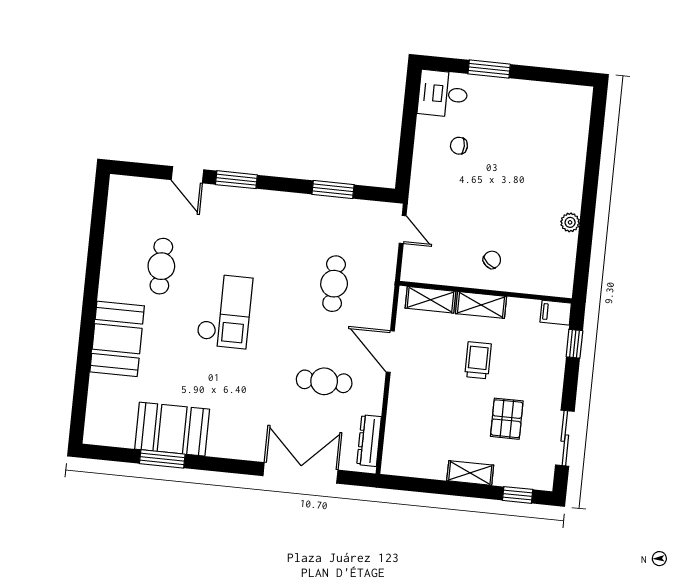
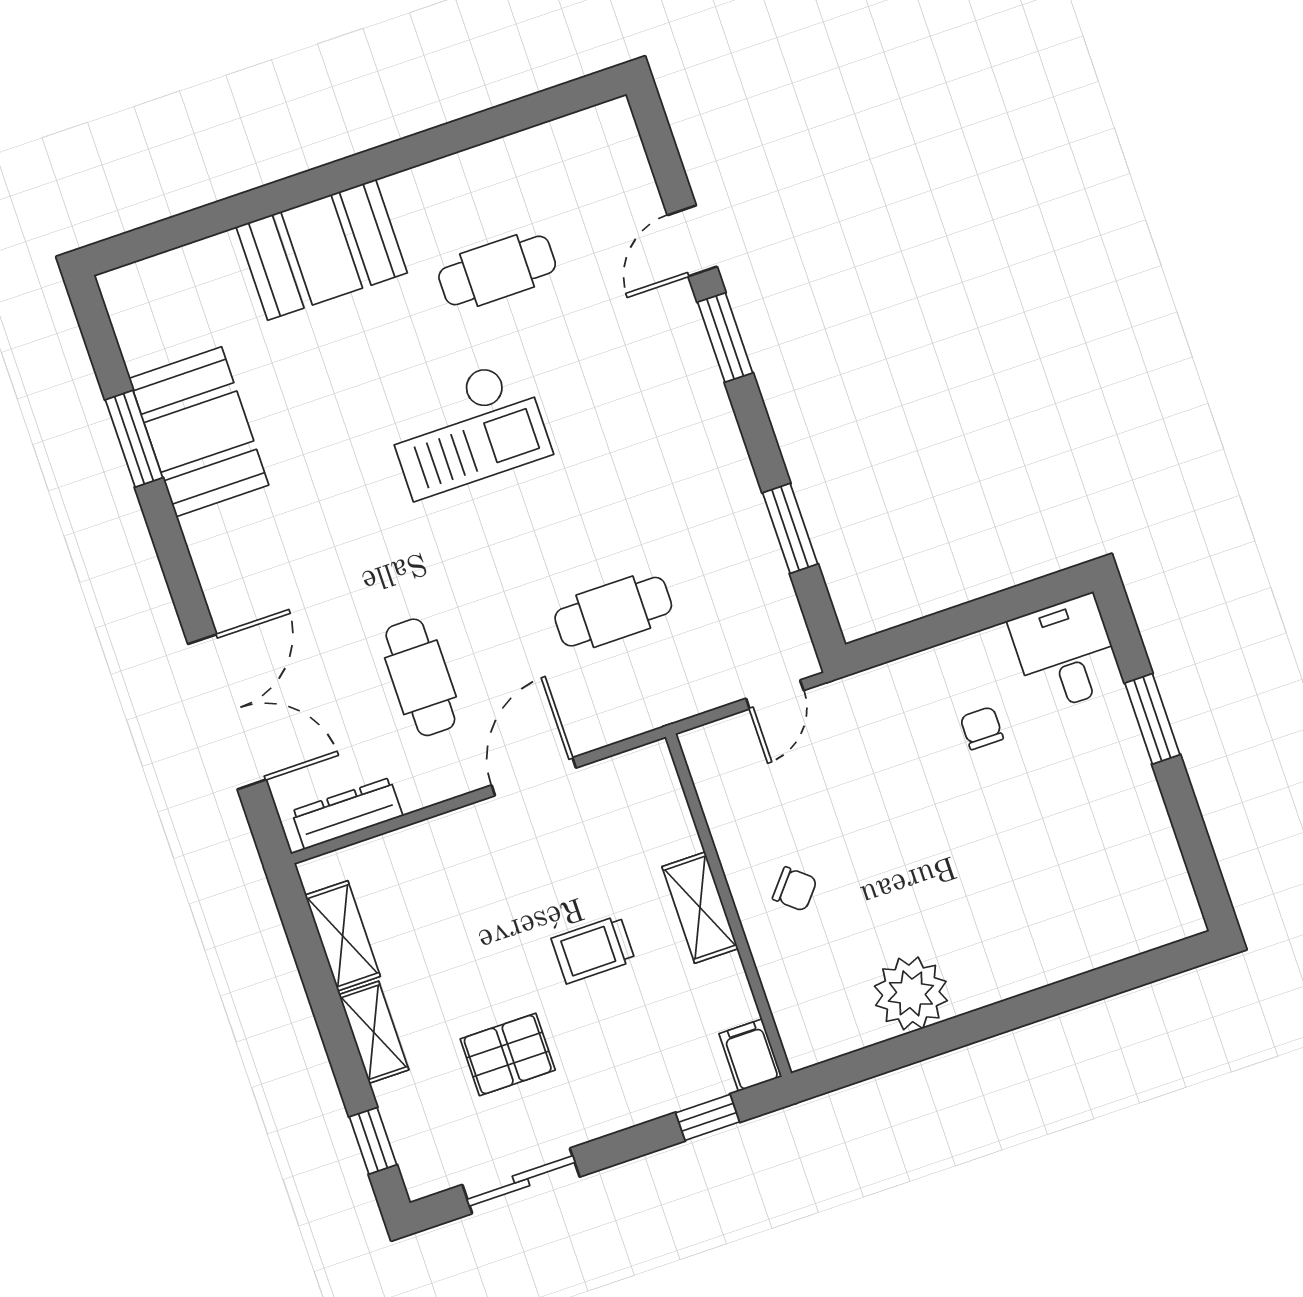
plant: (570, 222) -> (911, 993), width x1.87, depth x1.87
shelving: (430, 300) -> (343, 936), moved
trolley: (478, 360) -> (593, 950), turned 180

